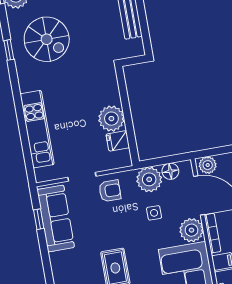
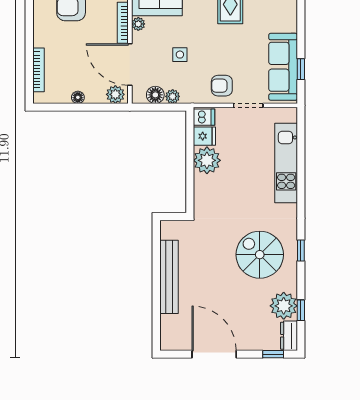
dishwasher: (121, 158) -> (204, 117), added
plant: (149, 179) -> (173, 96), width x0.53, depth x0.53
plant: (191, 230) -> (138, 24), width x0.53, depth x0.53

